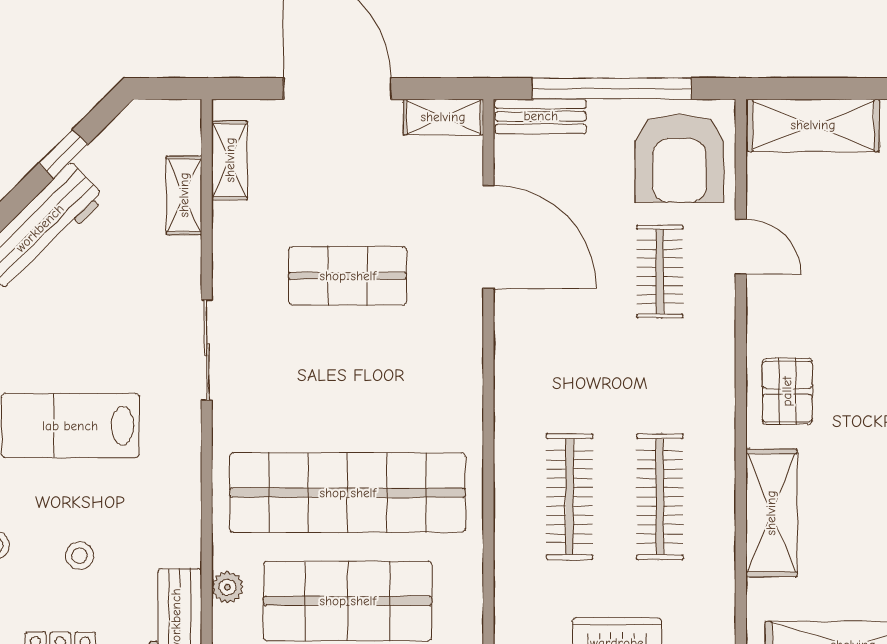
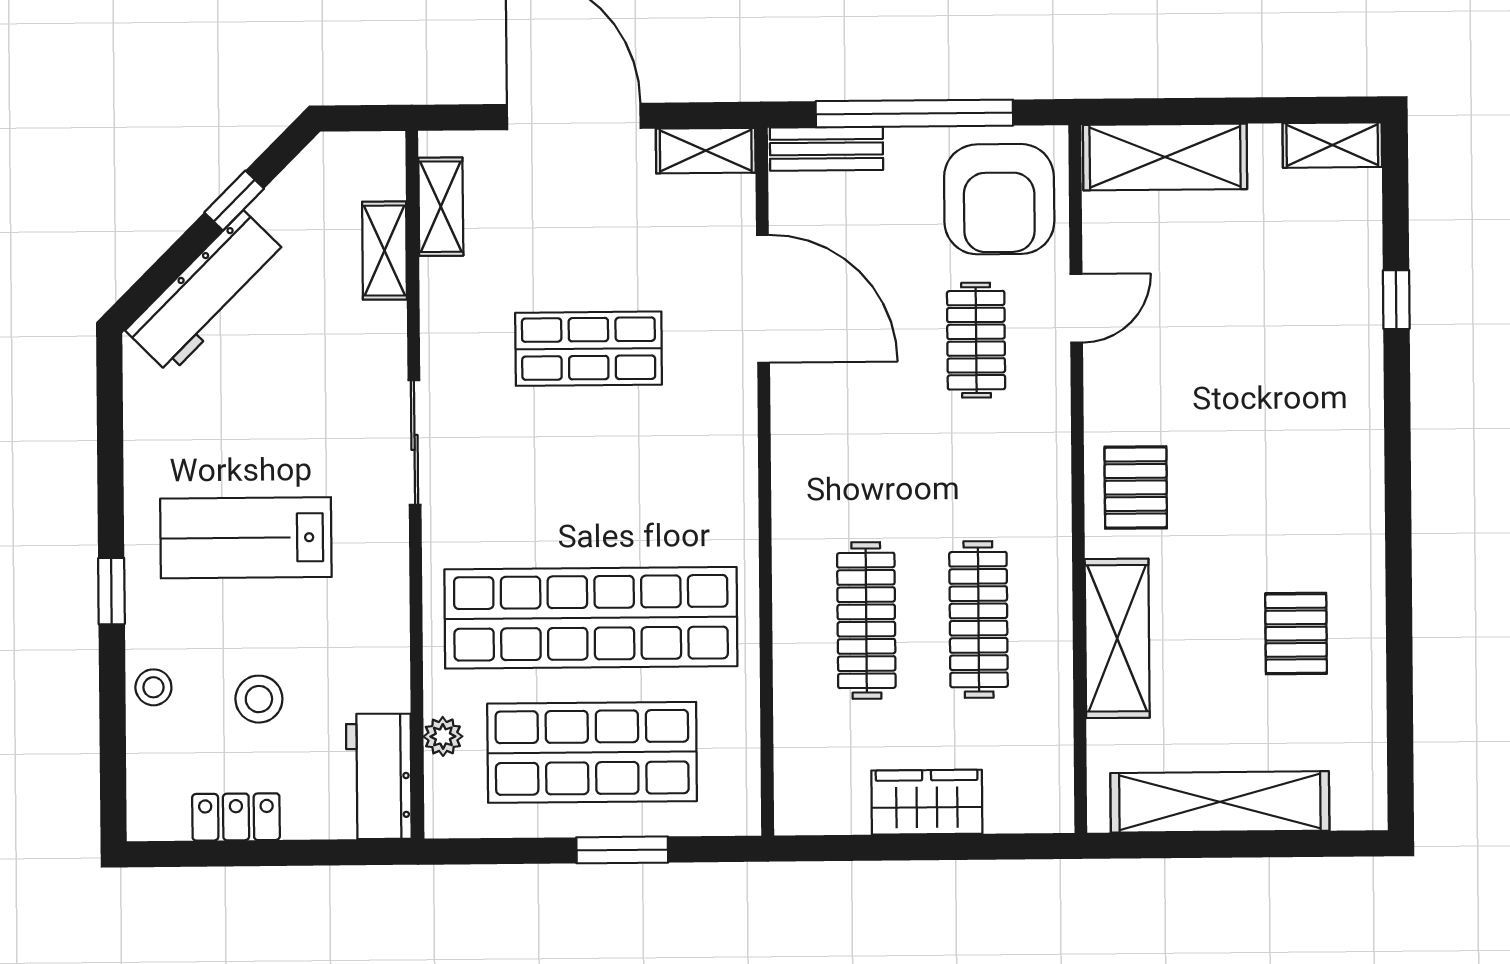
door: (741, 247) -> (1076, 308), hinge flipped
stool: (80, 556) -> (259, 699), width x1.37, depth x1.37

